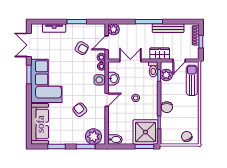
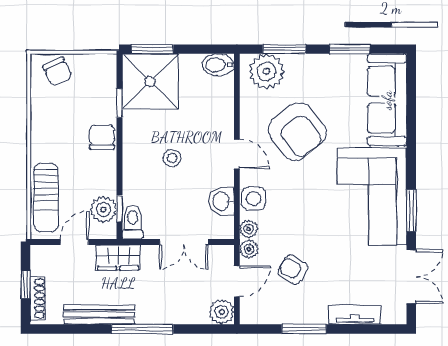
door: (107, 100) -> (237, 154), swing flipped
armchair: (80, 110) -> (297, 132), width x1.88, depth x1.88

